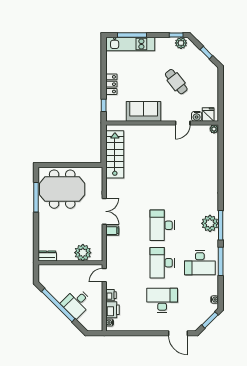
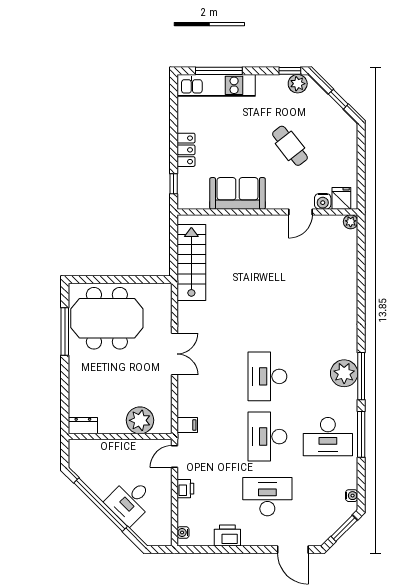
filing cabinet: (112, 231) -> (187, 425), moved
printer: (113, 310) -> (227, 535), moved, turned -90

